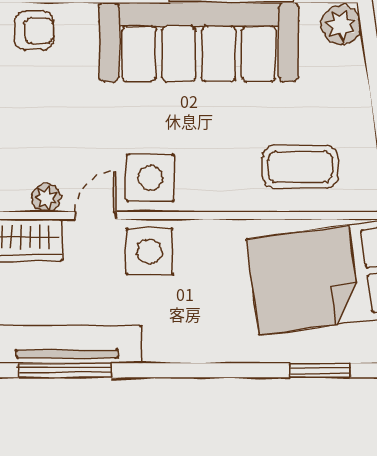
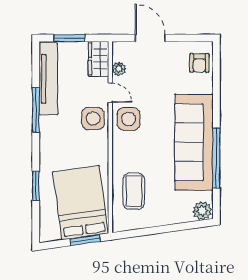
window: (65, 370) -> (36, 110), moved
window: (320, 370) -> (36, 186), moved

